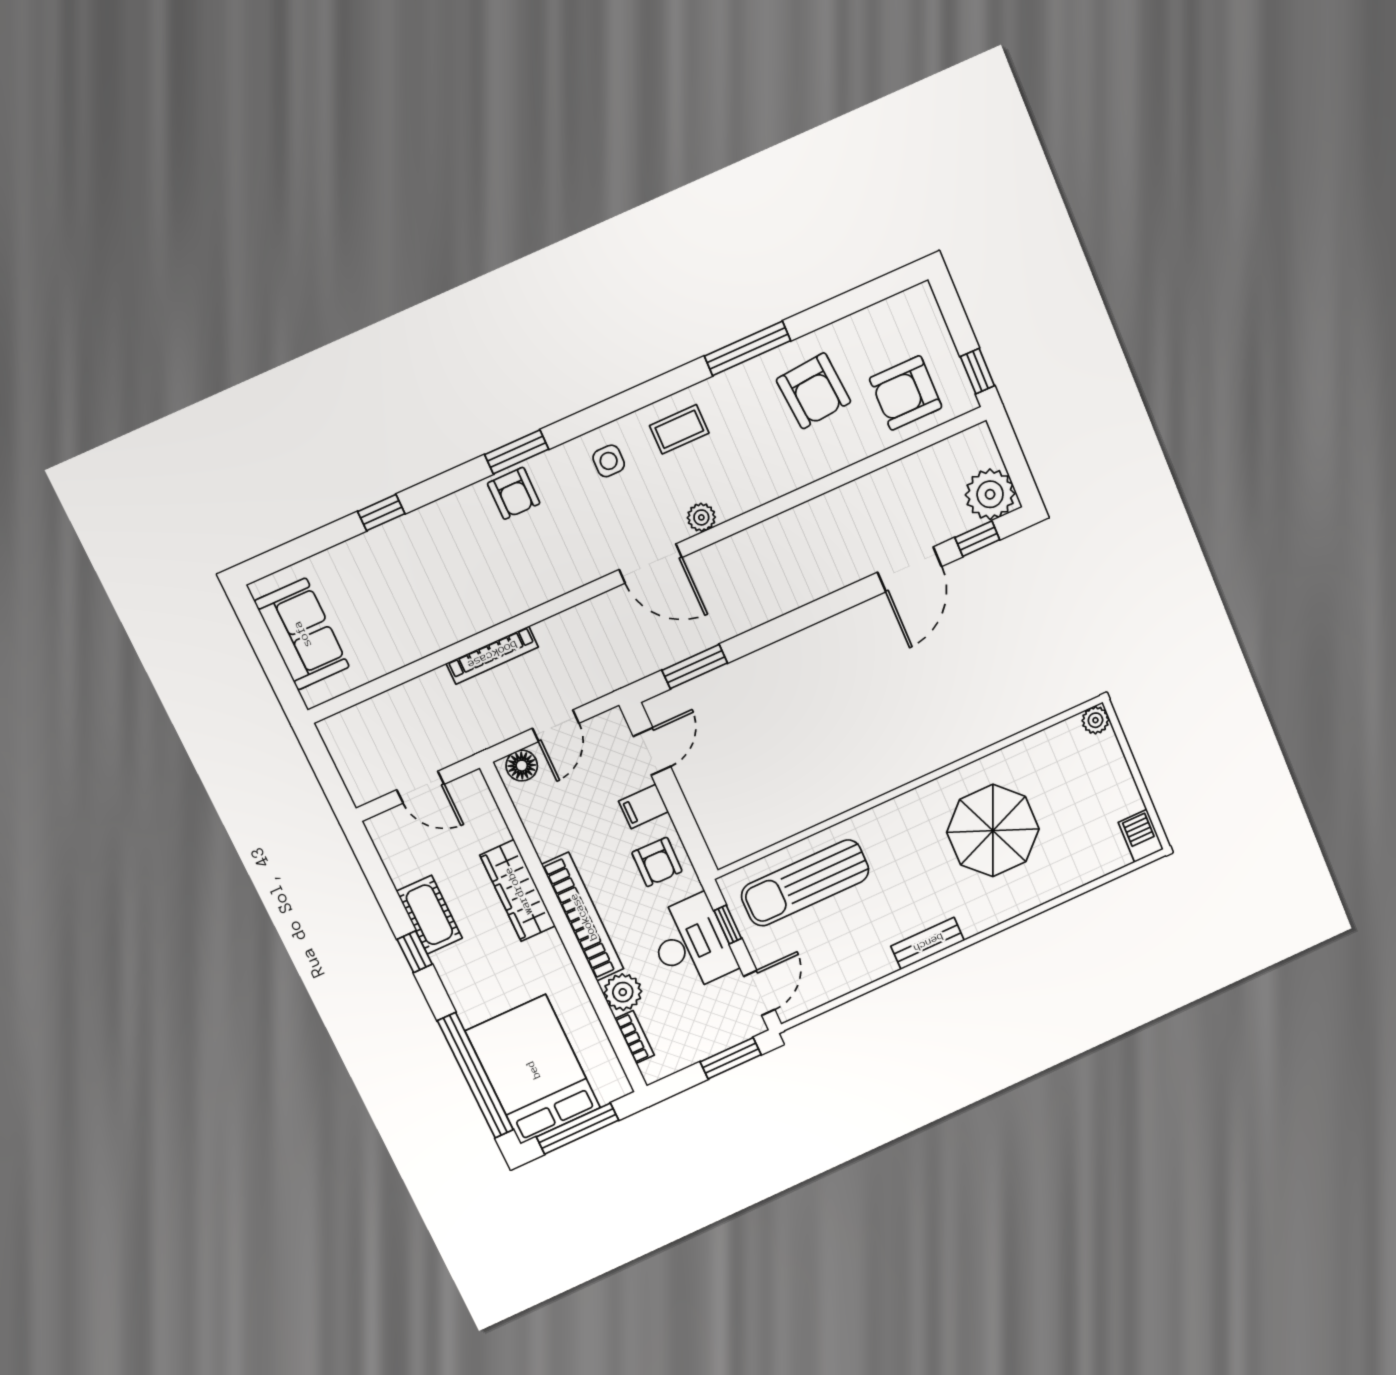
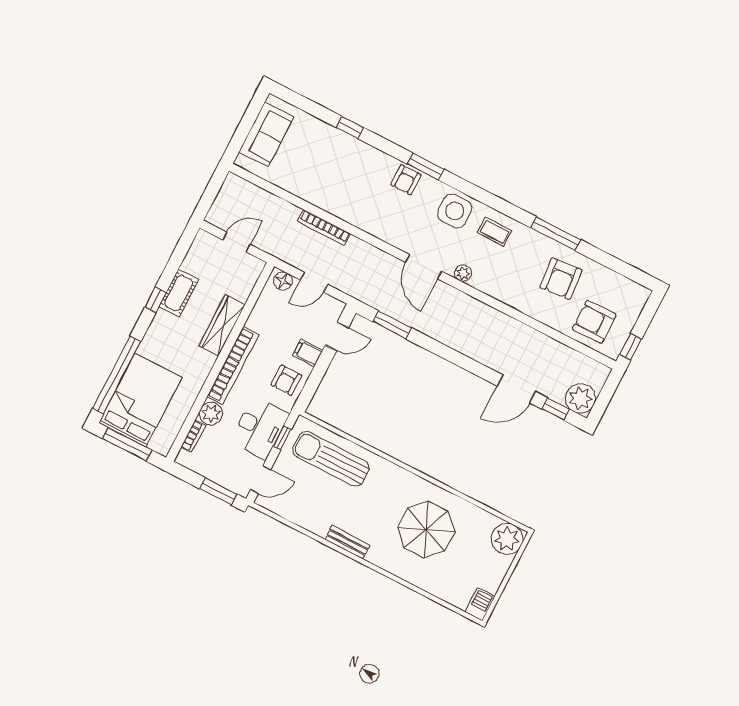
side table: (609, 461) -> (455, 211), width x1.87, depth x1.87
plant: (1095, 720) -> (507, 539), width x1.87, depth x1.87
door: (420, 787) -> (237, 242), swing flipped

